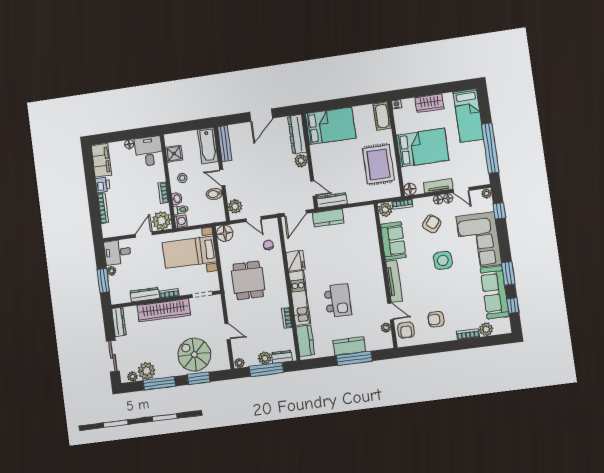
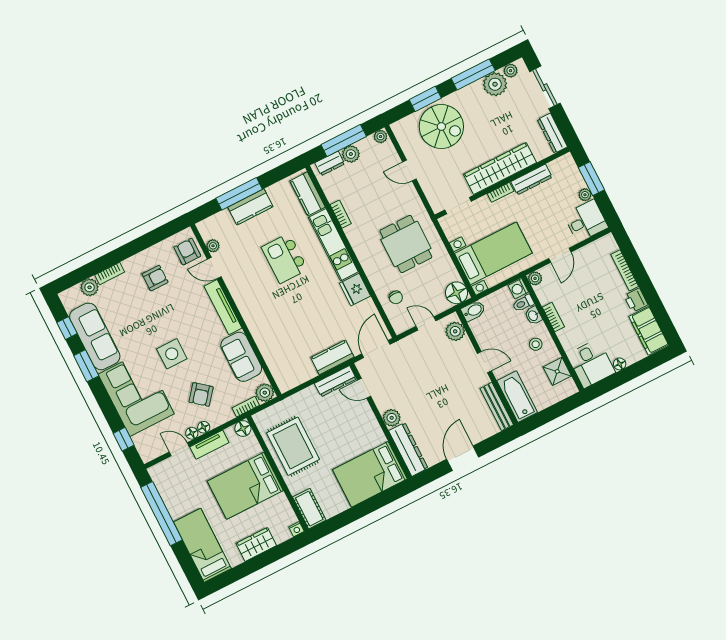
plant: (486, 193) -> (147, 456), removed
bidet: (214, 194) -> (473, 311), moved
plant: (162, 221) -> (535, 278), width x0.53, depth x0.53

